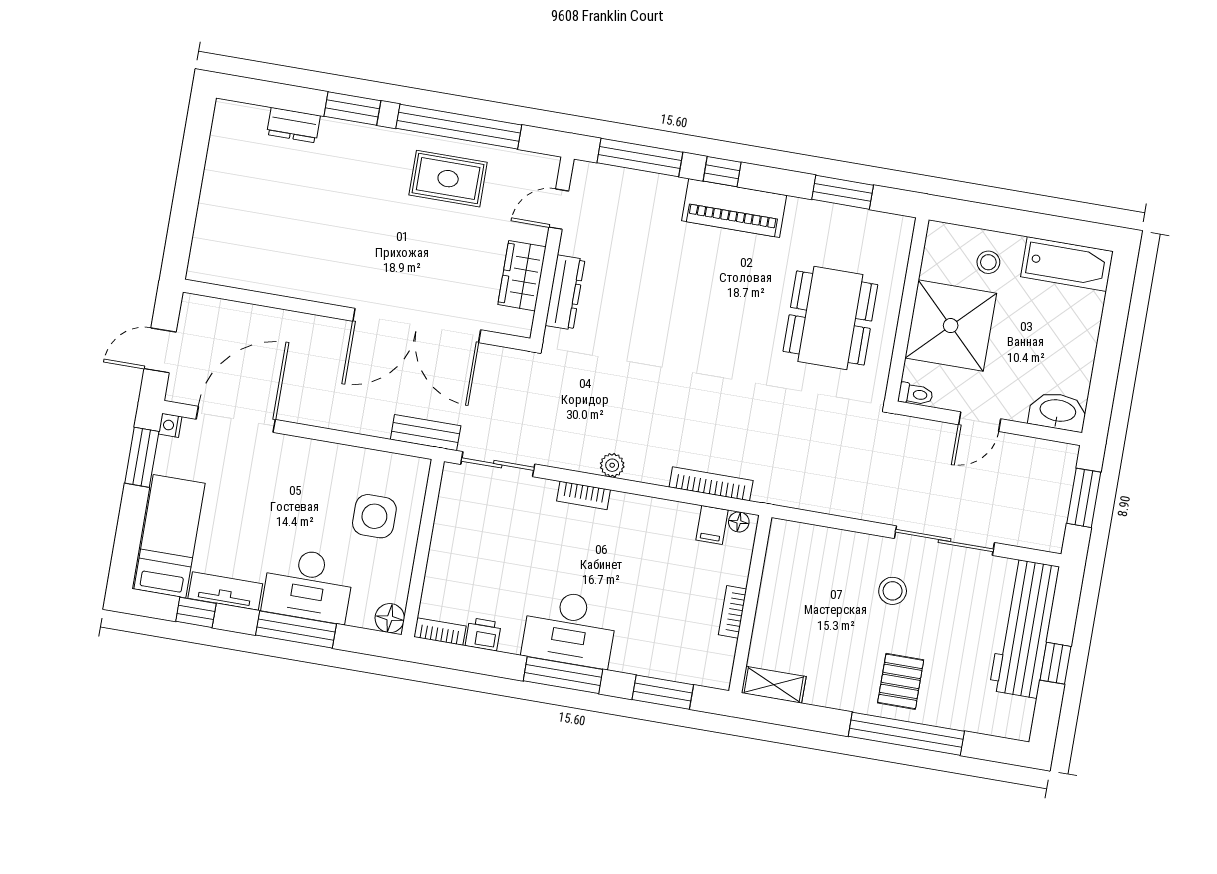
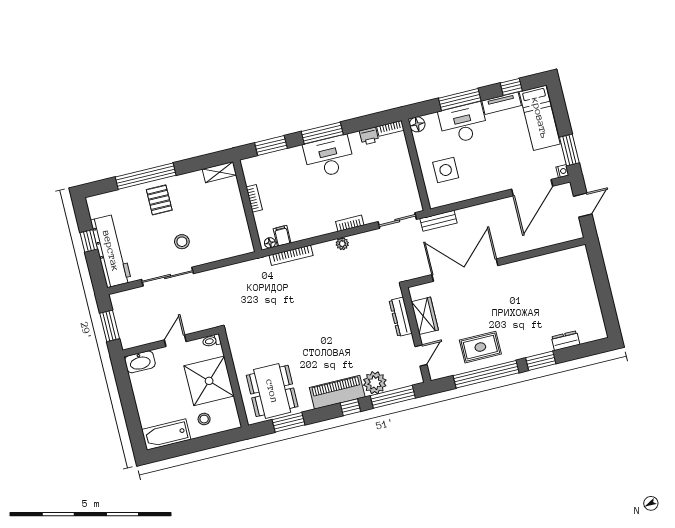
plant: (661, 196) -> (375, 383), added
dining table: (830, 318) -> (272, 391), moved

